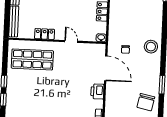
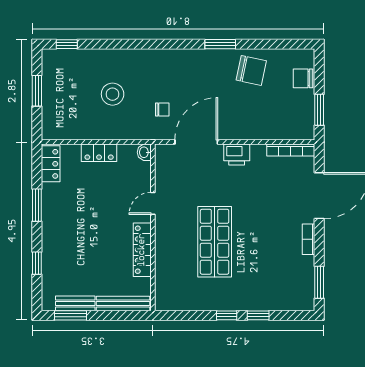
locker: (45, 34) -> (142, 250), width x1.53
stool: (151, 47) -> (113, 94), moved
shop shelf: (32, 59) -> (215, 242), moved

